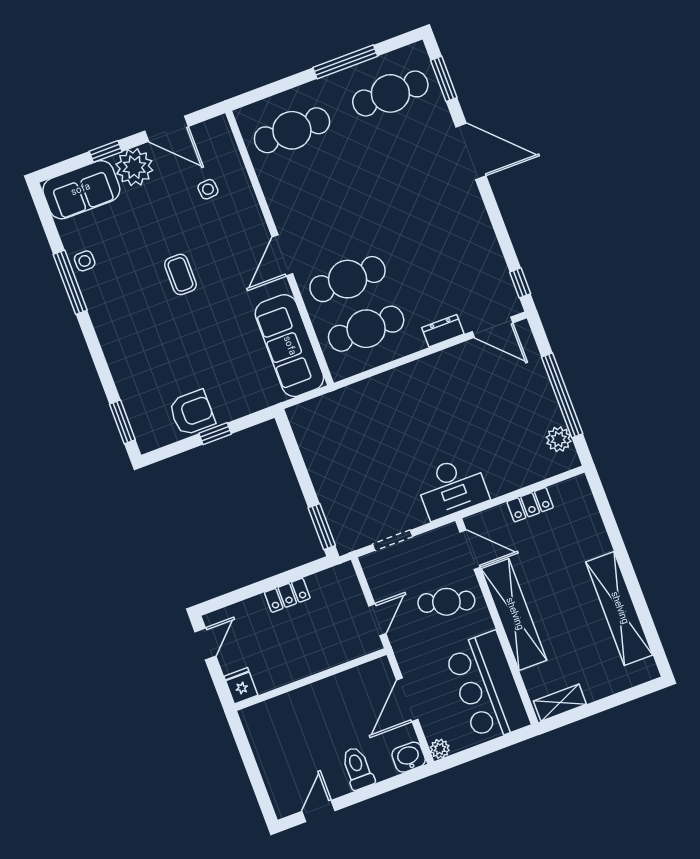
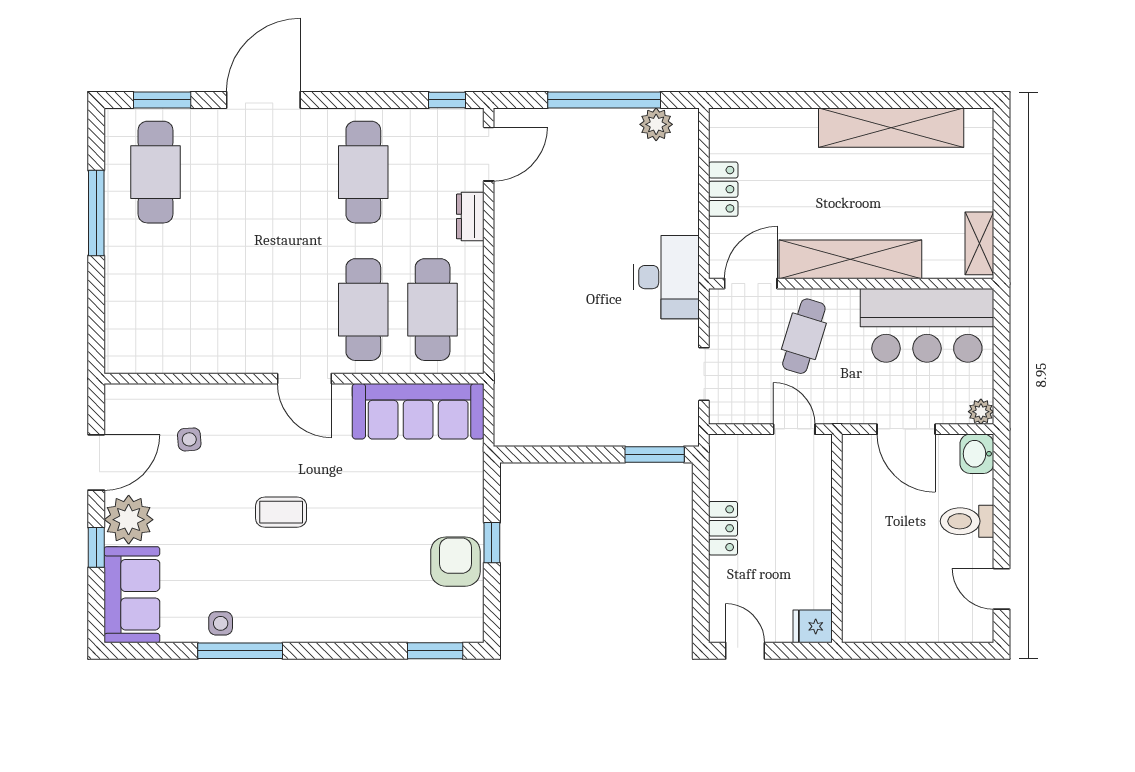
cafe table: (292, 130) -> (363, 172), moved

